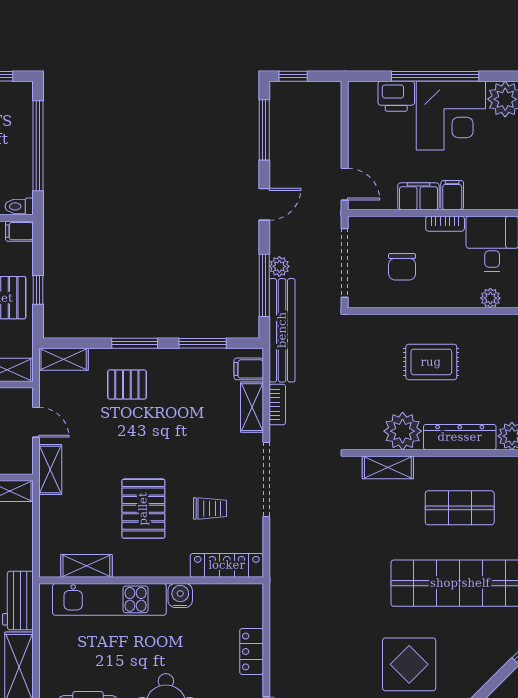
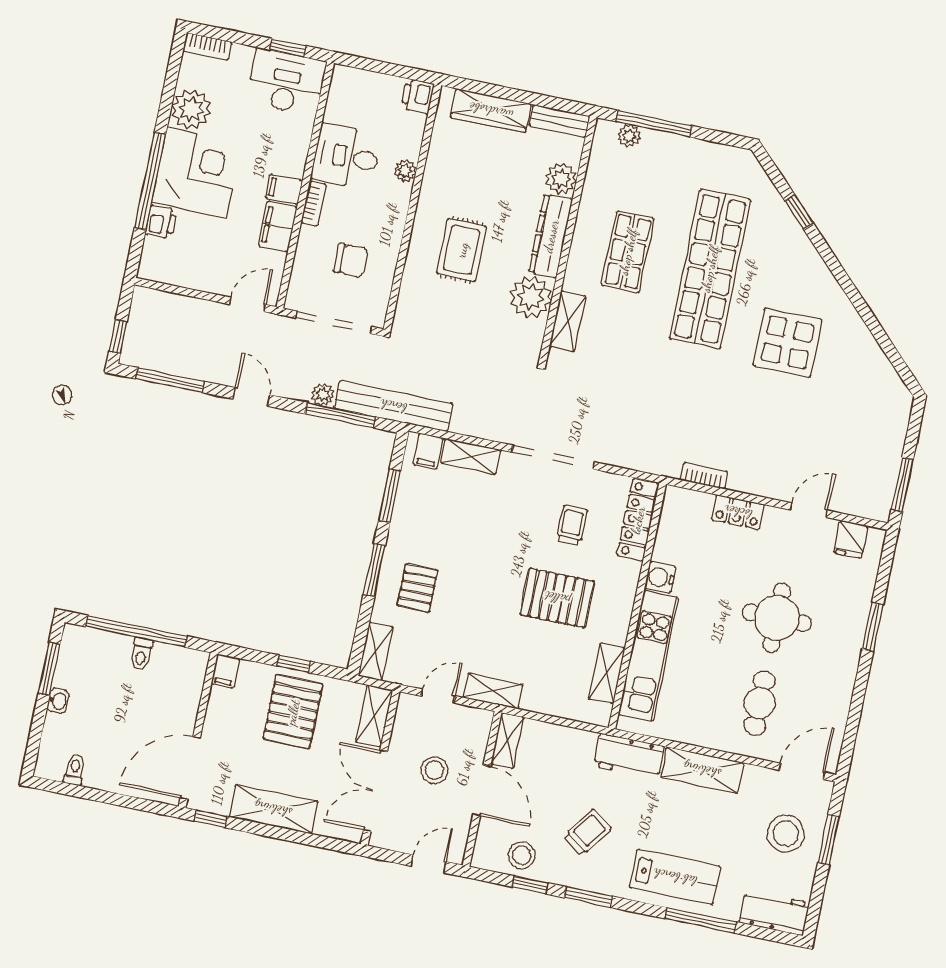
printer: (396, 96) -> (161, 222), width x0.73, depth x0.81
toilet: (19, 206) -> (141, 654), moved
bookcase: (277, 405) -> (704, 476), moved

